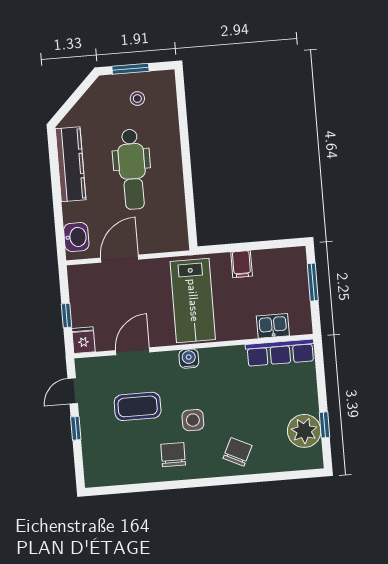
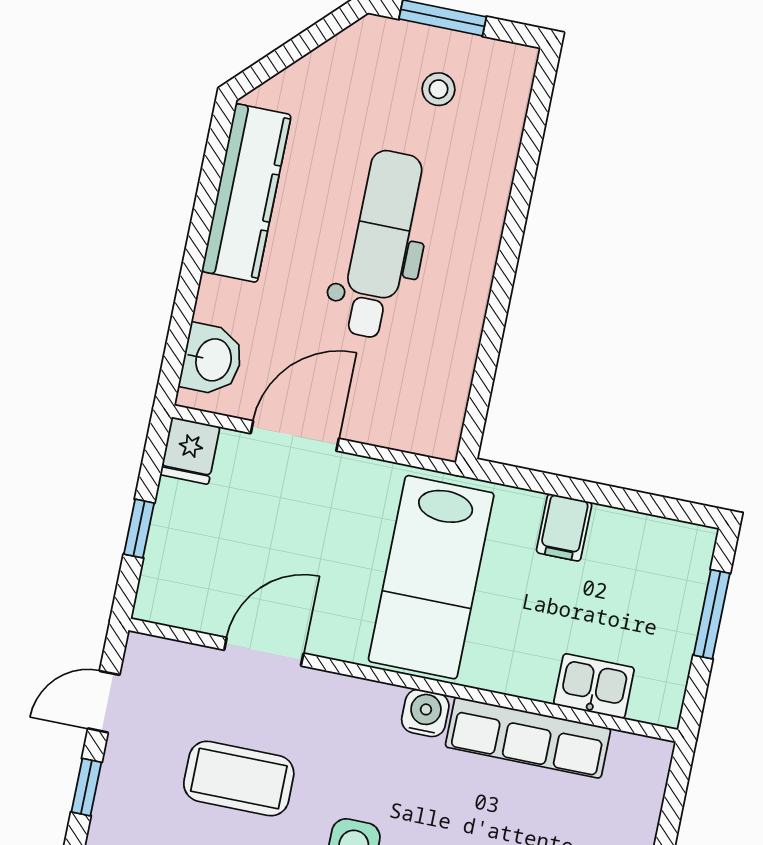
dental chair: (132, 169) -> (381, 244), turned 180
fridge: (83, 340) -> (190, 451), moved, turned 180
row of seats: (280, 353) -> (528, 738), moved
water cooler: (189, 359) -> (425, 713), moved

